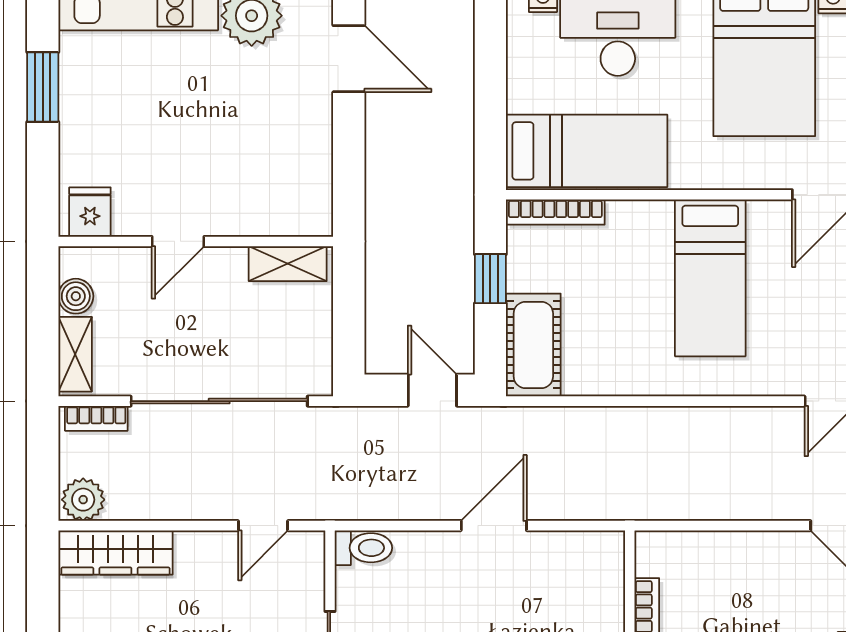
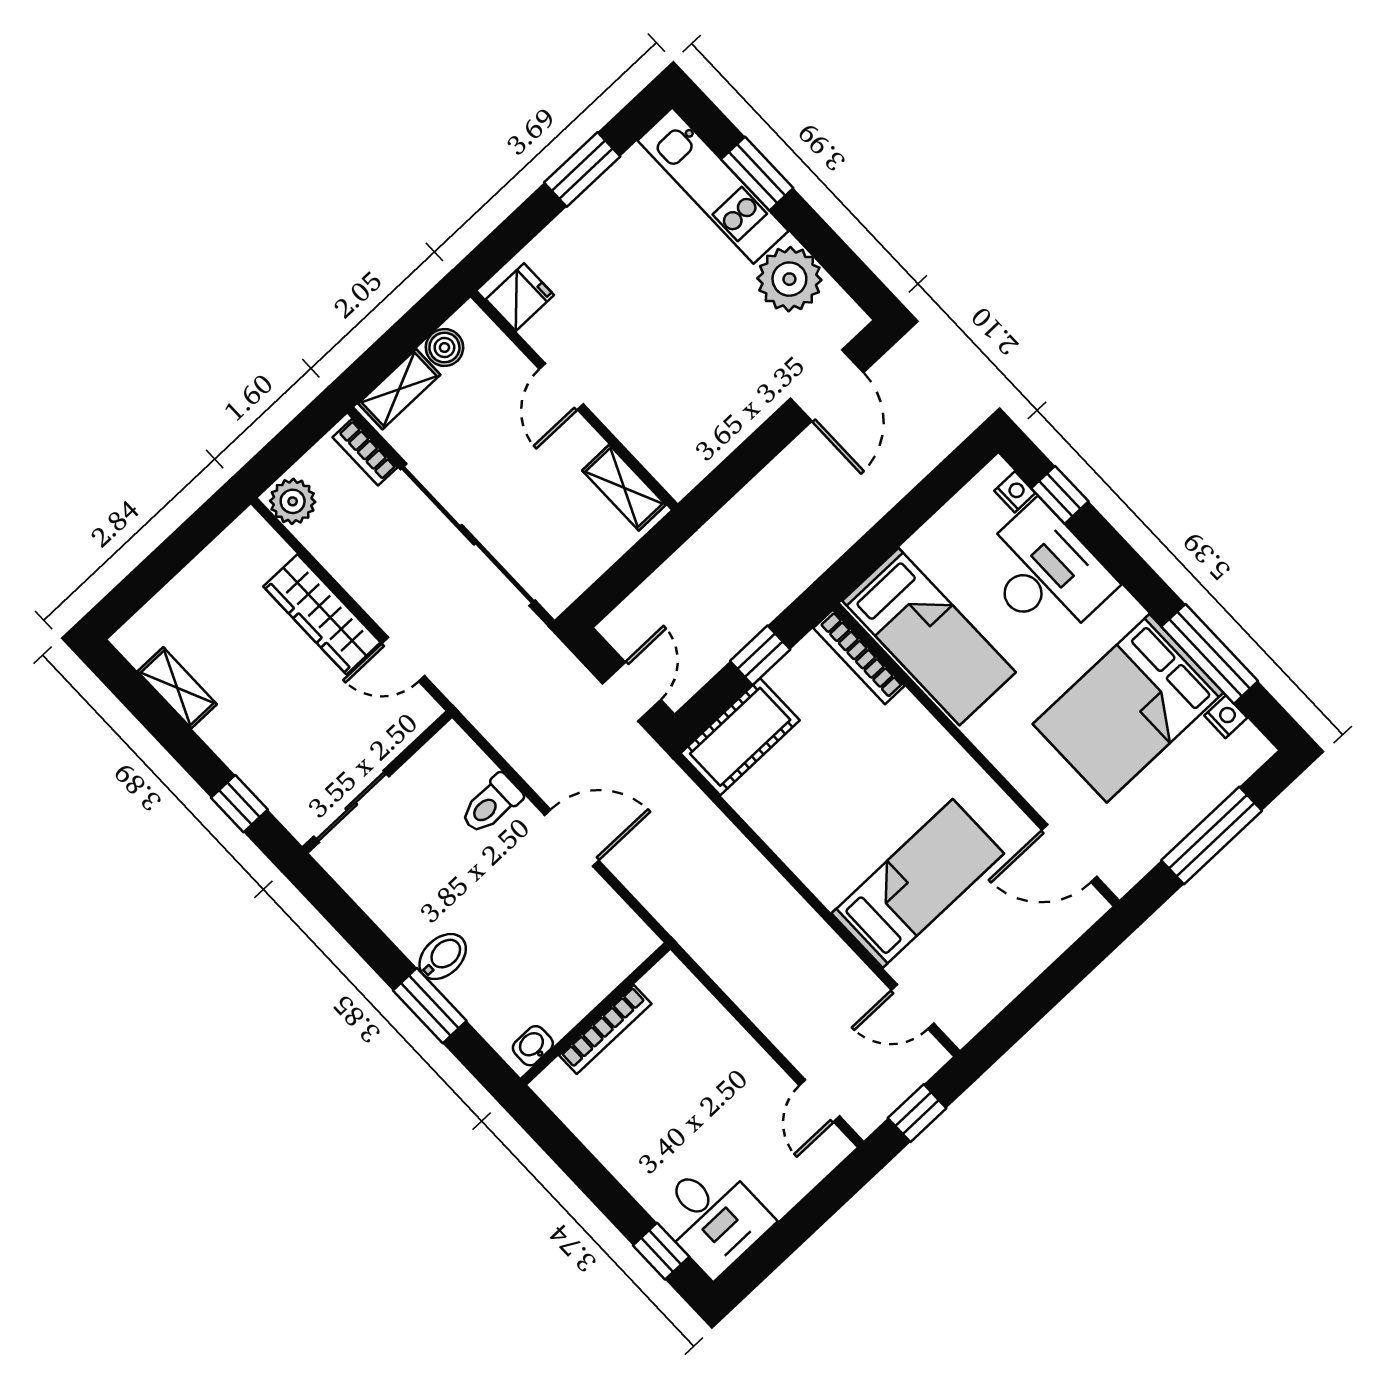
door: (178, 241) -> (561, 387), hinge flipped
bed: (710, 278) -> (918, 883), moved, turned 180
toilet: (363, 548) -> (491, 804), moved, turned 90
wardrobe: (115, 552) -> (322, 614), moved

